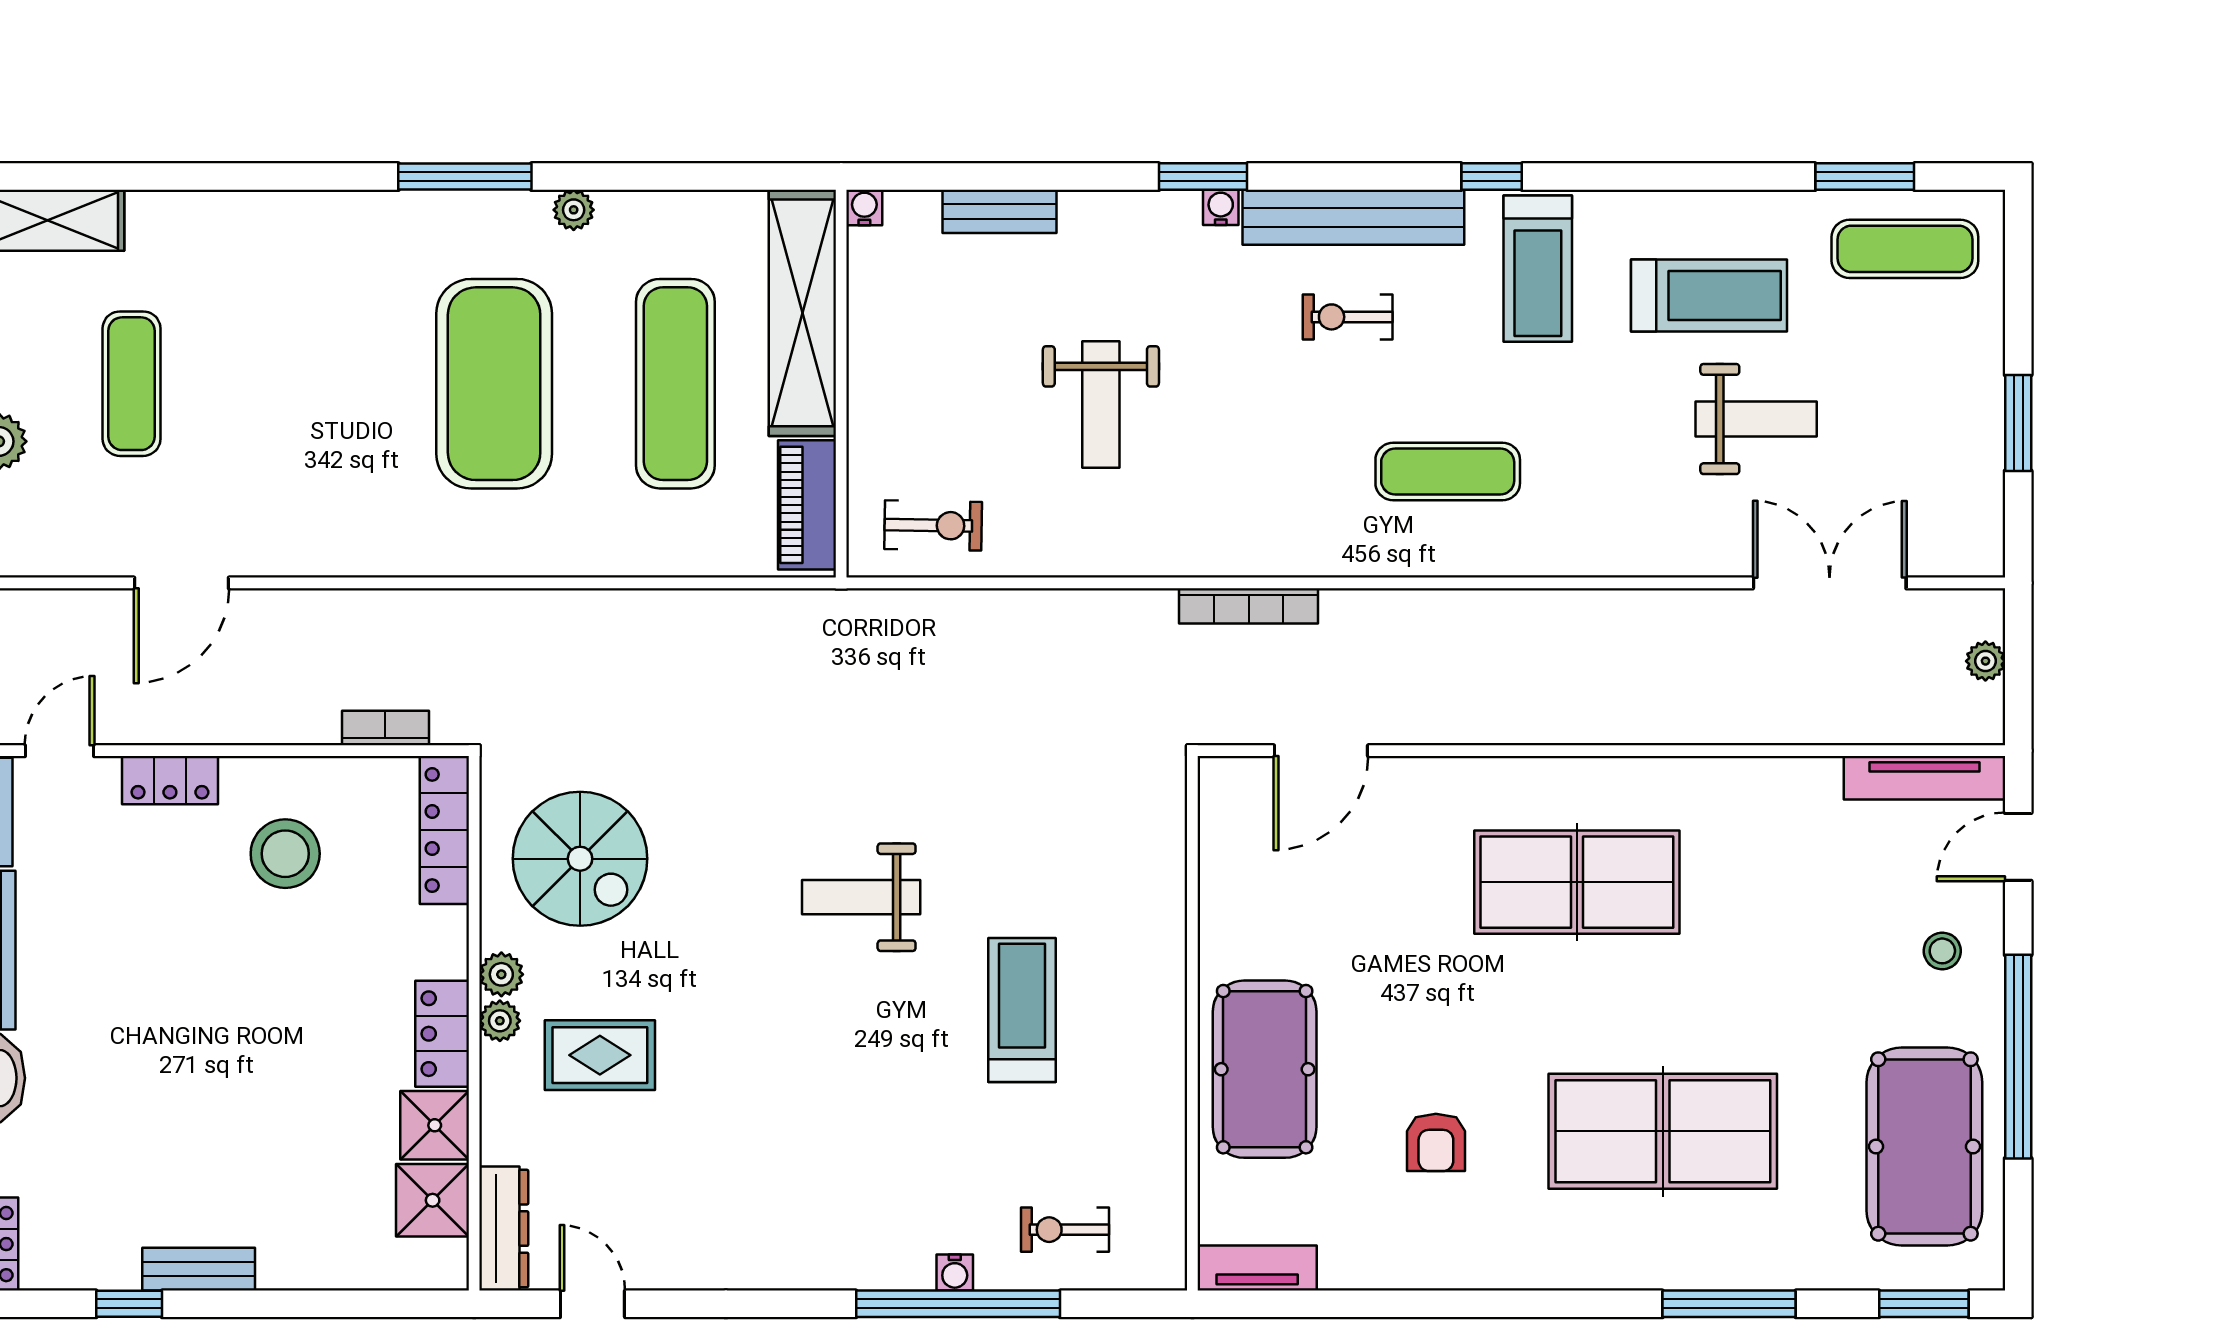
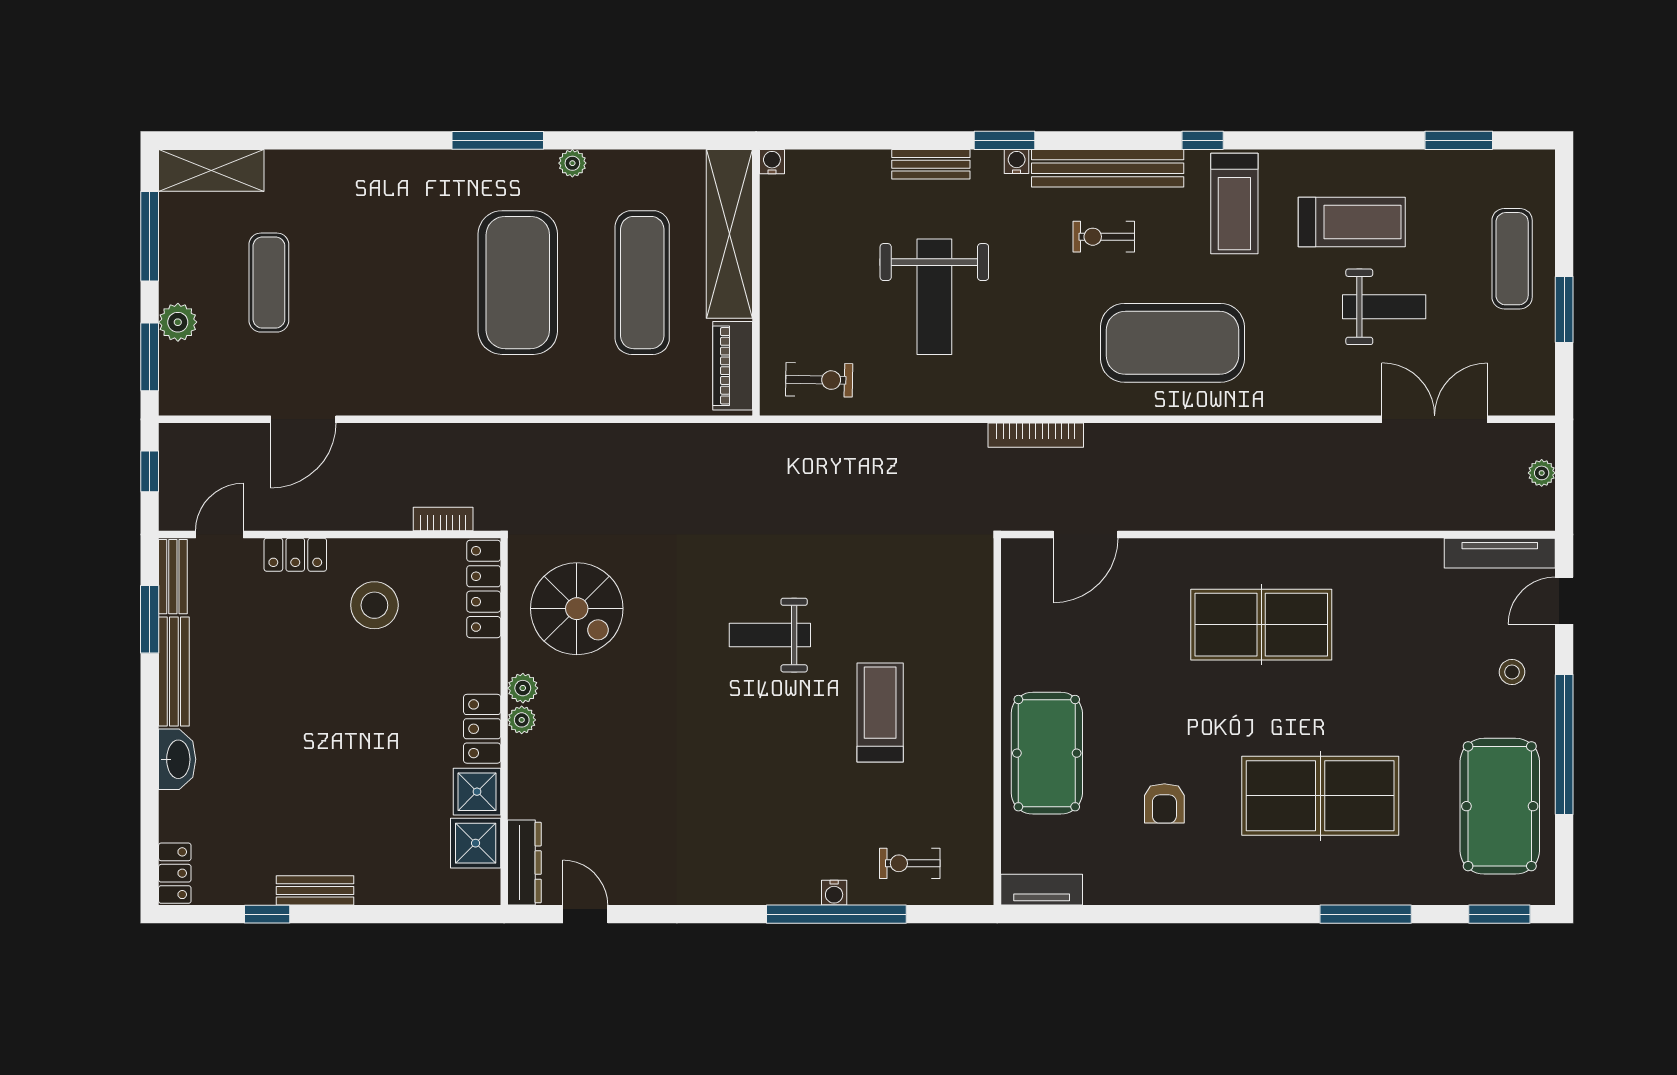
bench: (1000, 211) -> (931, 164), moved
exercise mat: (1905, 249) -> (1512, 259), moved, turned 90
weight bench: (1101, 404) -> (934, 297), width x1.36, depth x1.33
exercise mat: (1448, 471) -> (1172, 343), width x2.00, depth x1.45
rug: (600, 1055) -> (590, 743), removed

